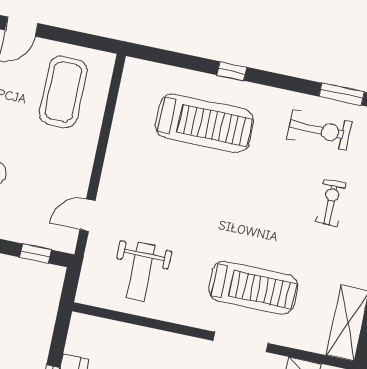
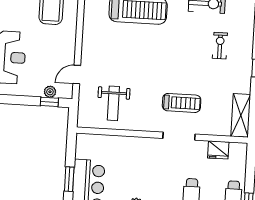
plant: (39, 237) -> (50, 92), added
treadmill: (253, 288) -> (182, 103), width x0.73, depth x0.73

